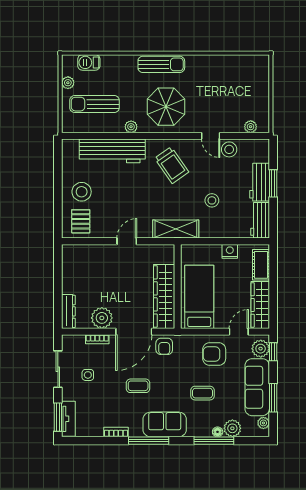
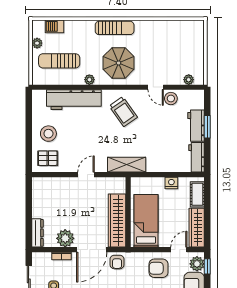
stool: (212, 200) -> (157, 141), removed
pallet: (81, 221) -> (48, 158), turned 90

